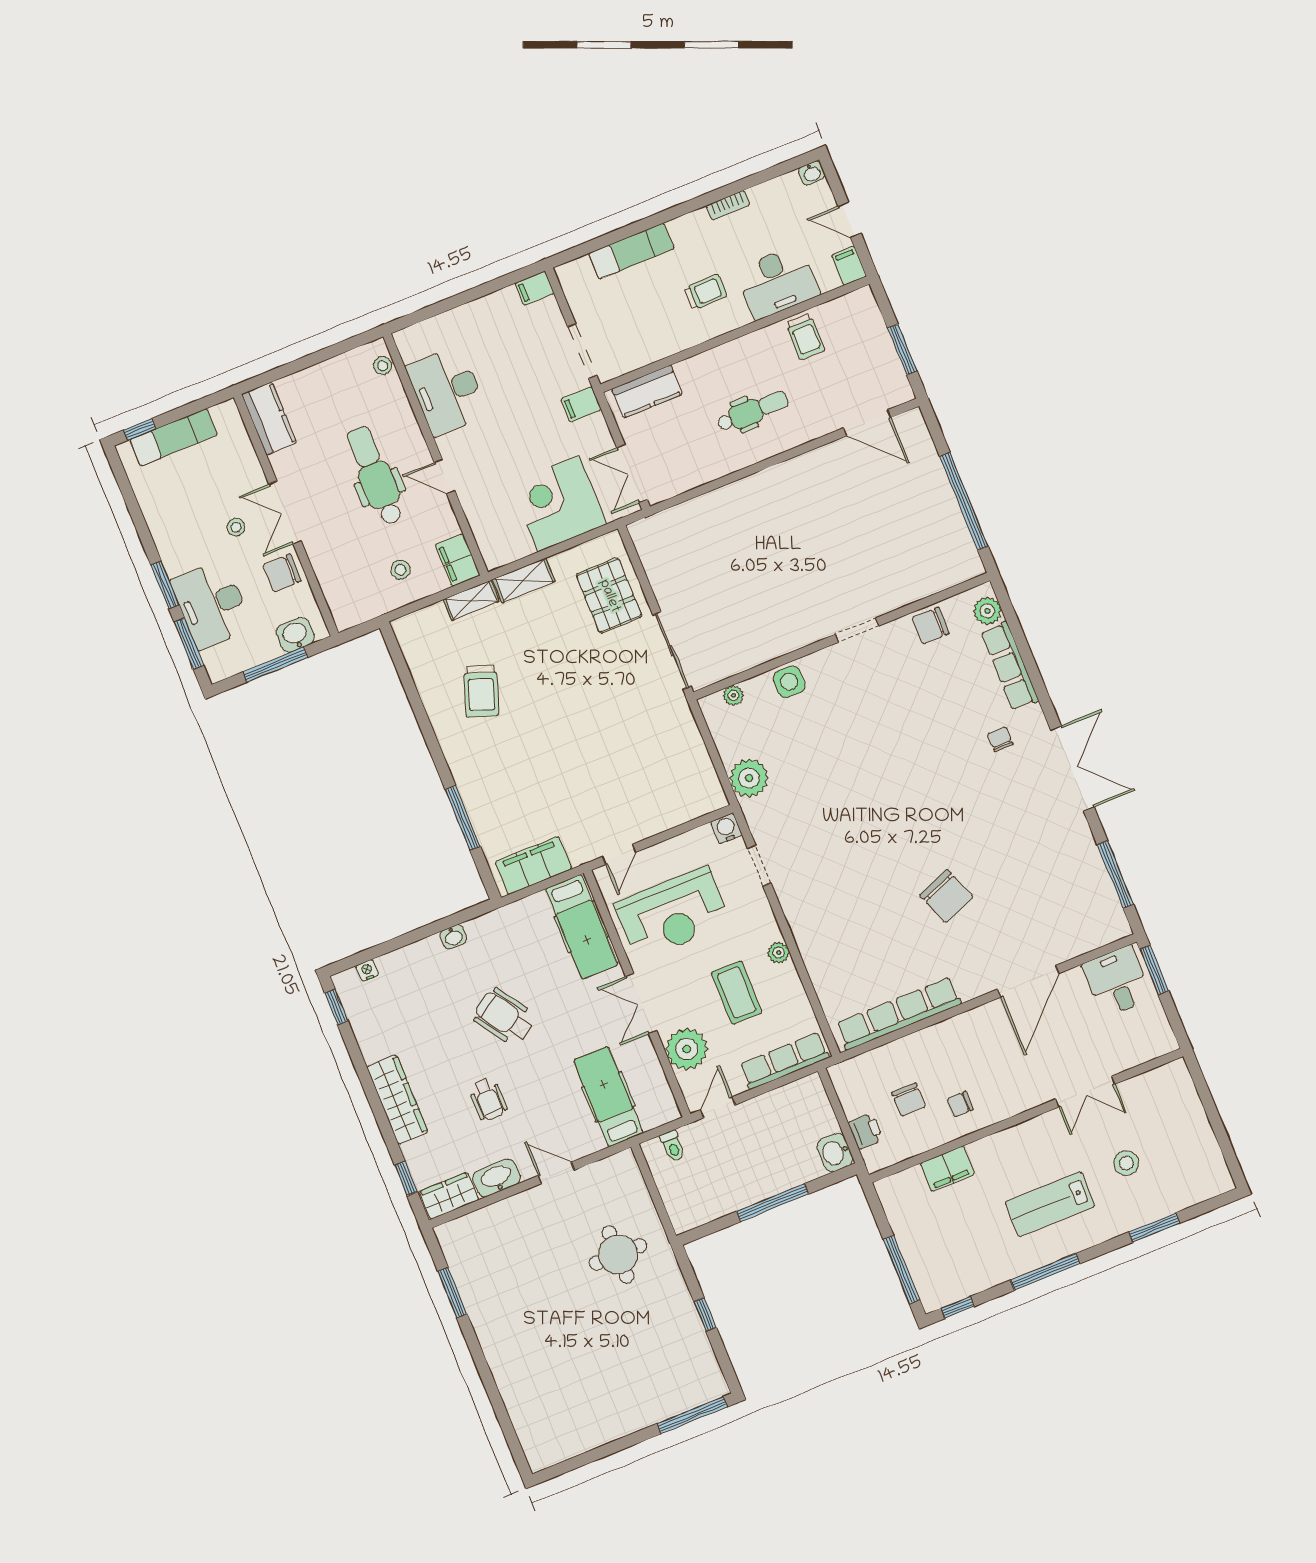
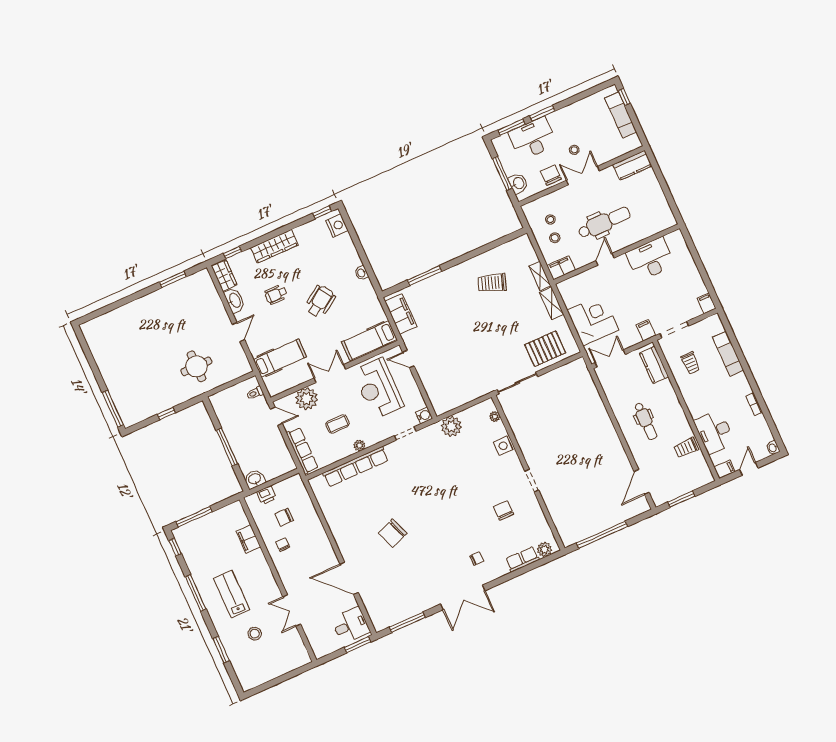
trolley: (705, 292) -> (691, 363), moved
stool: (383, 366) -> (550, 220), moved
chair: (931, 626) -> (504, 510), moved
row of seats: (1010, 666) -> (522, 559), width x0.68
nightstand: (367, 970) -> (337, 225), width x1.89, depth x1.79
coffee table: (737, 992) -> (337, 424), width x0.73, depth x0.77
row of seats: (899, 1014) -> (356, 467), moved, turned 90

